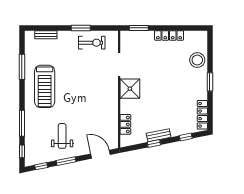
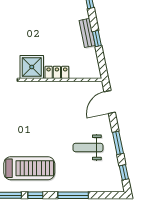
locker: (125, 124) -> (57, 72), moved
window: (22, 151) -> (35, 195), moved

